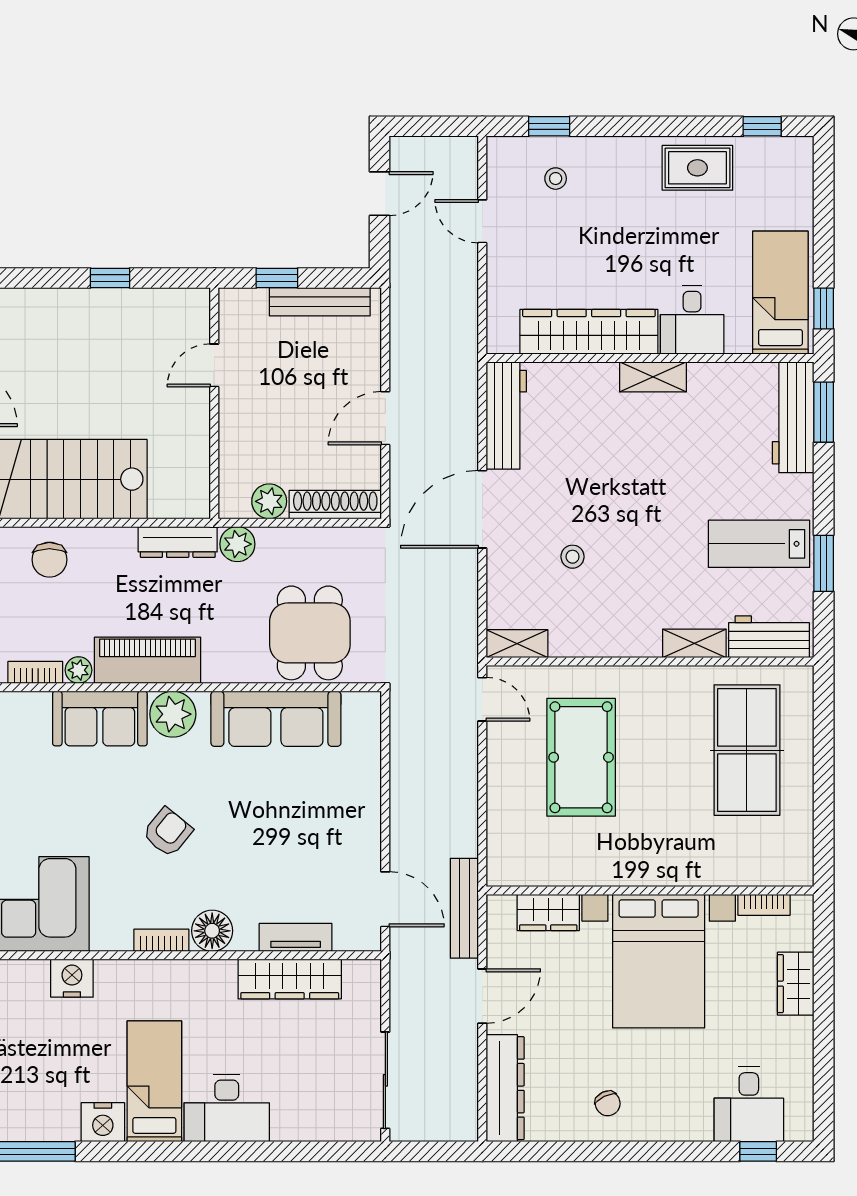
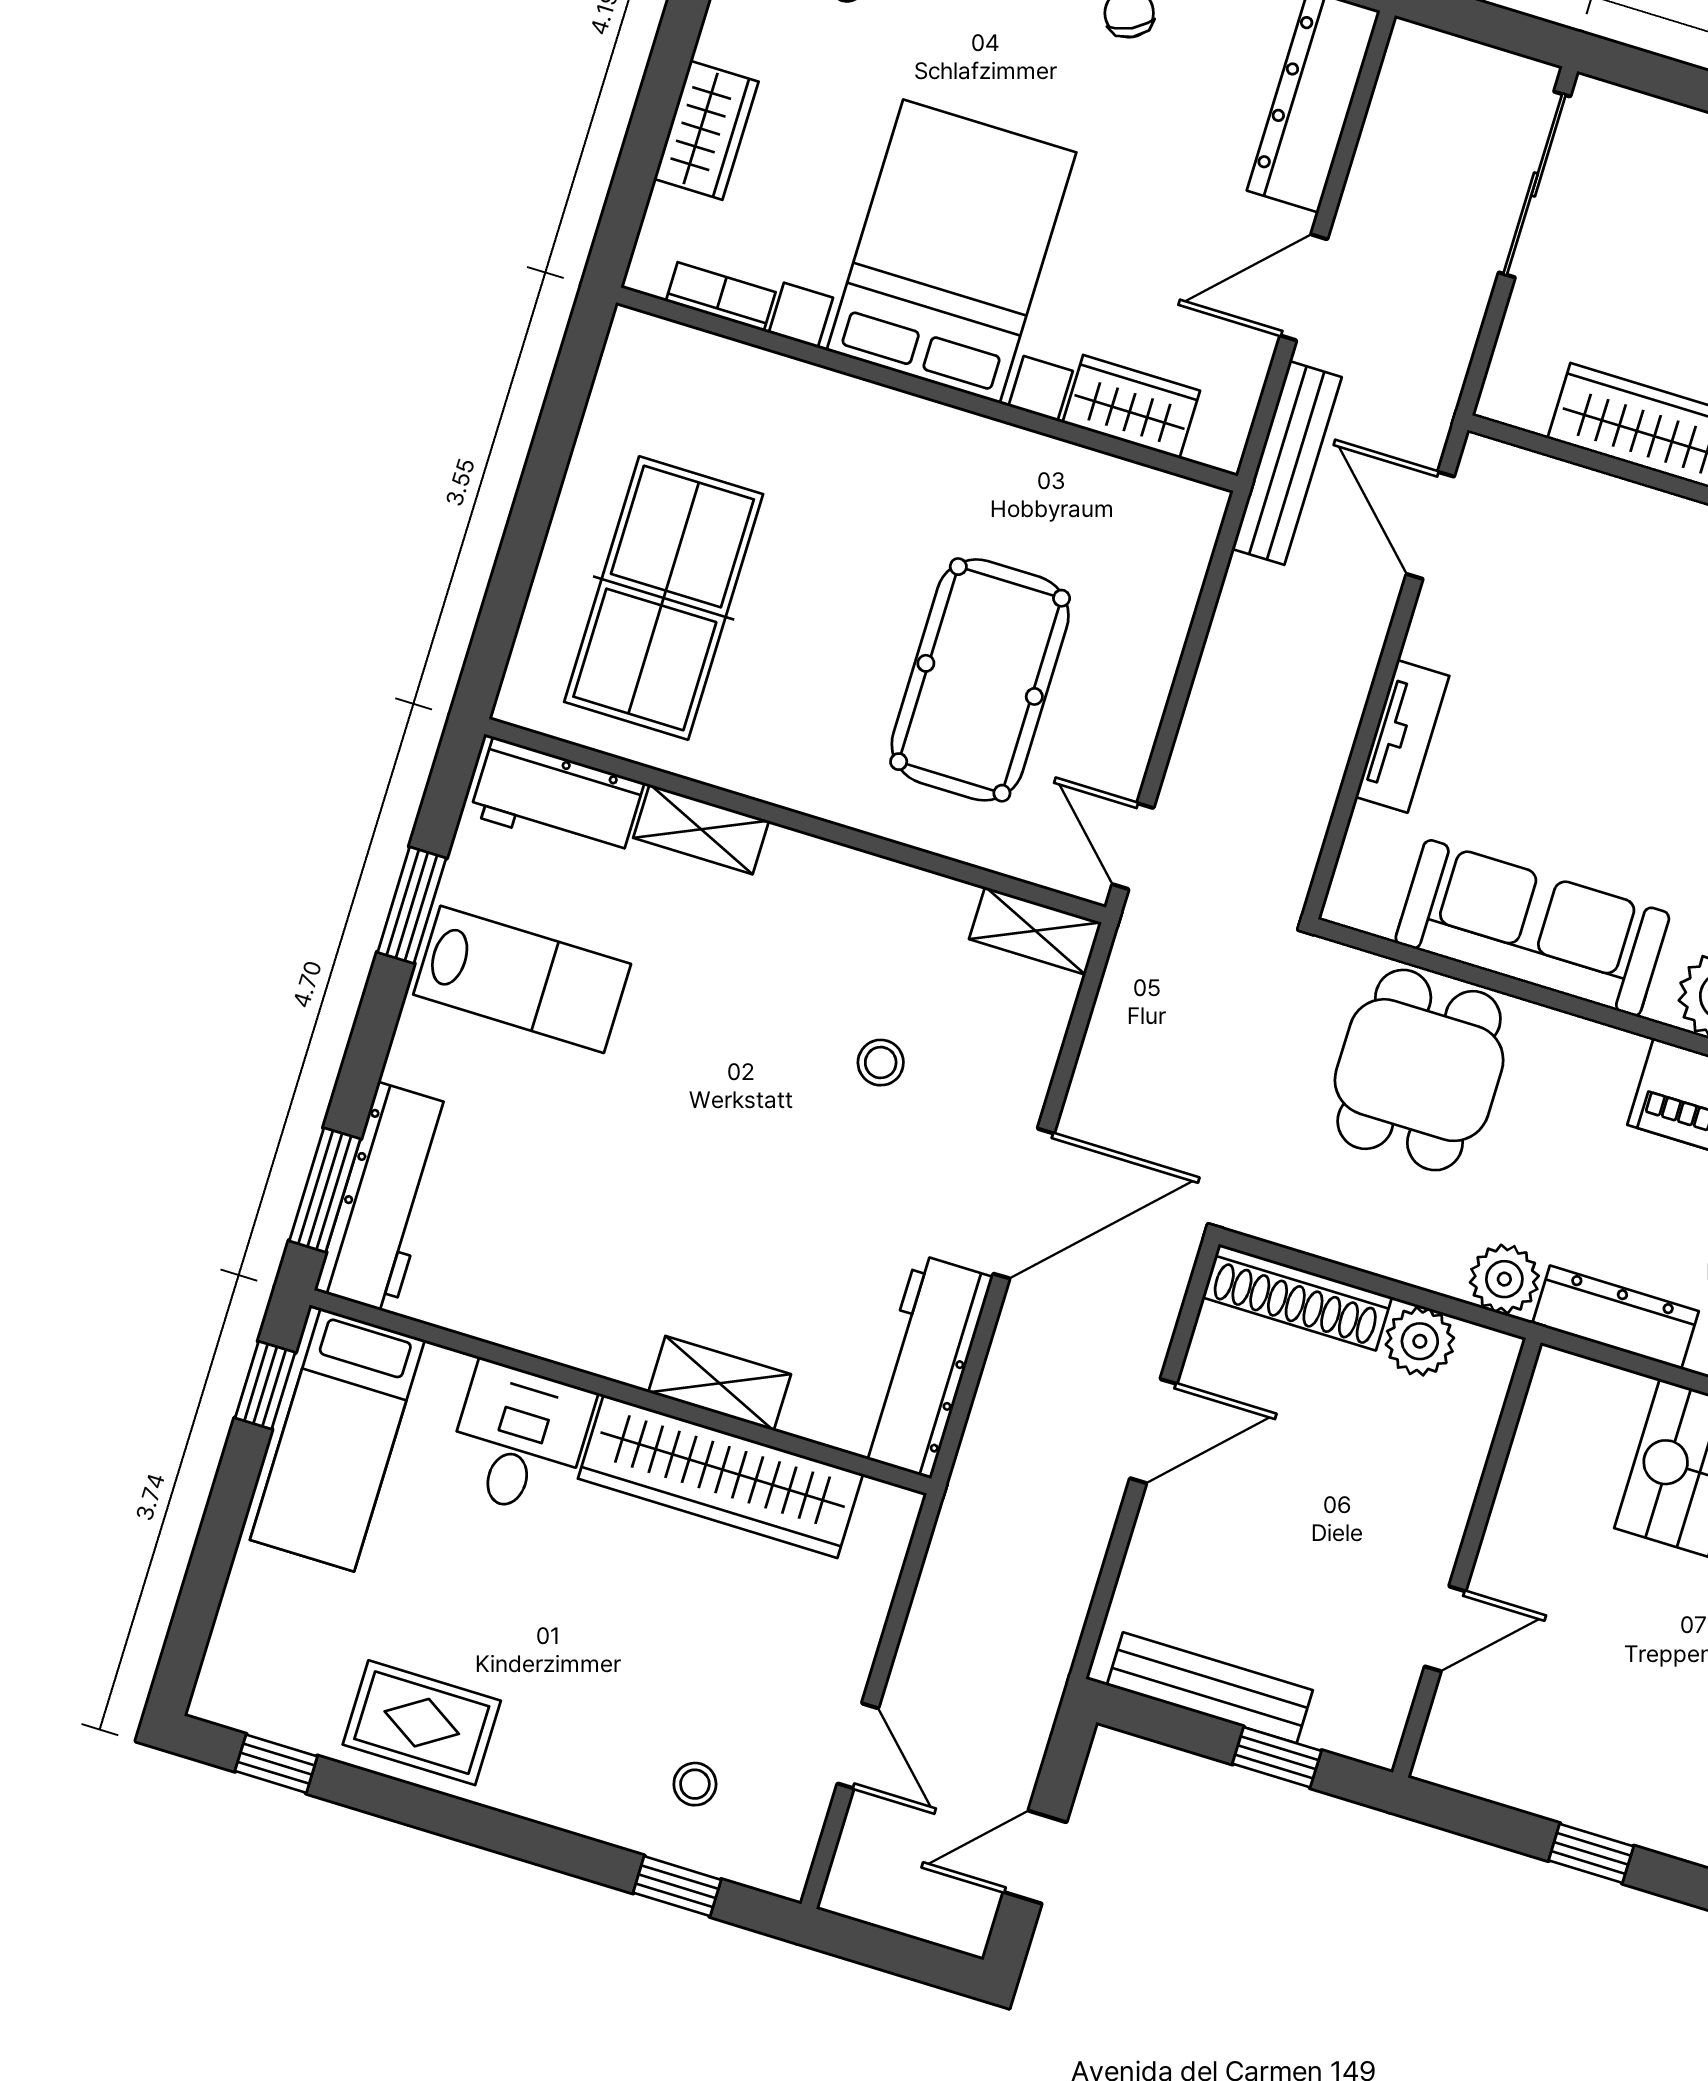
shelving: (653, 377) -> (720, 1383), moved
tv unit: (296, 937) -> (1402, 736), moved, turned -90

